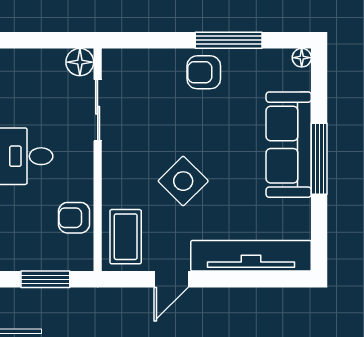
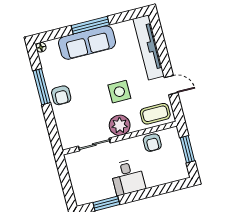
floor lamp: (80, 62) -> (72, 160), removed
plant: (121, 166) -> (120, 125), added
side table: (183, 181) -> (119, 92), turned 45

